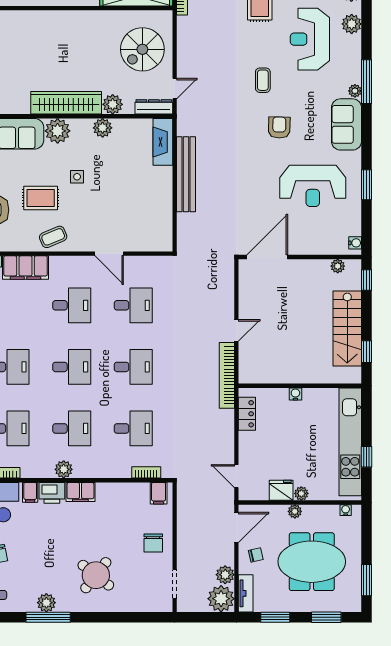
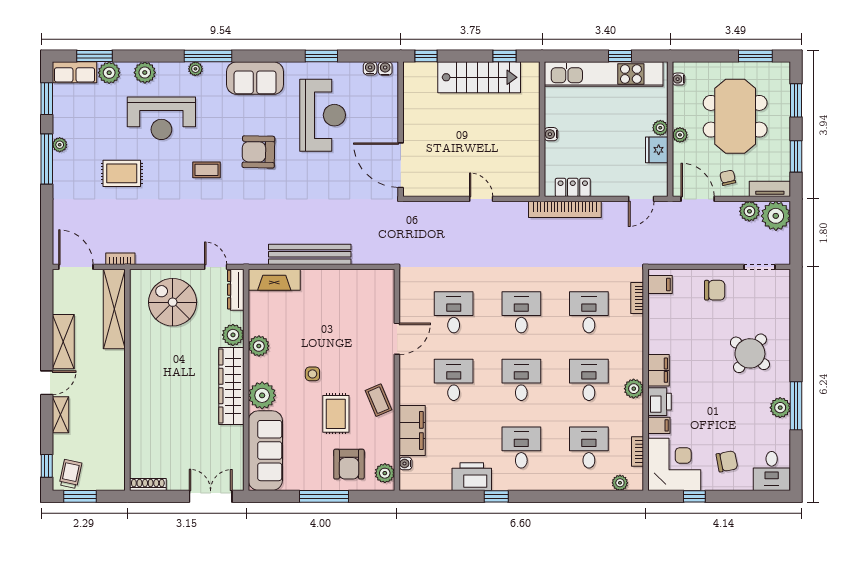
spiral stairs: (142, 49) -> (173, 302), turned 180
plant: (355, 91) -> (195, 69), moved
armchair: (279, 127) -> (258, 152), width x1.38, depth x1.38
water cooler: (355, 229) -> (370, 68), added
plant: (338, 266) -> (411, 88), removed
bookcase: (227, 375) -> (565, 209), moved

